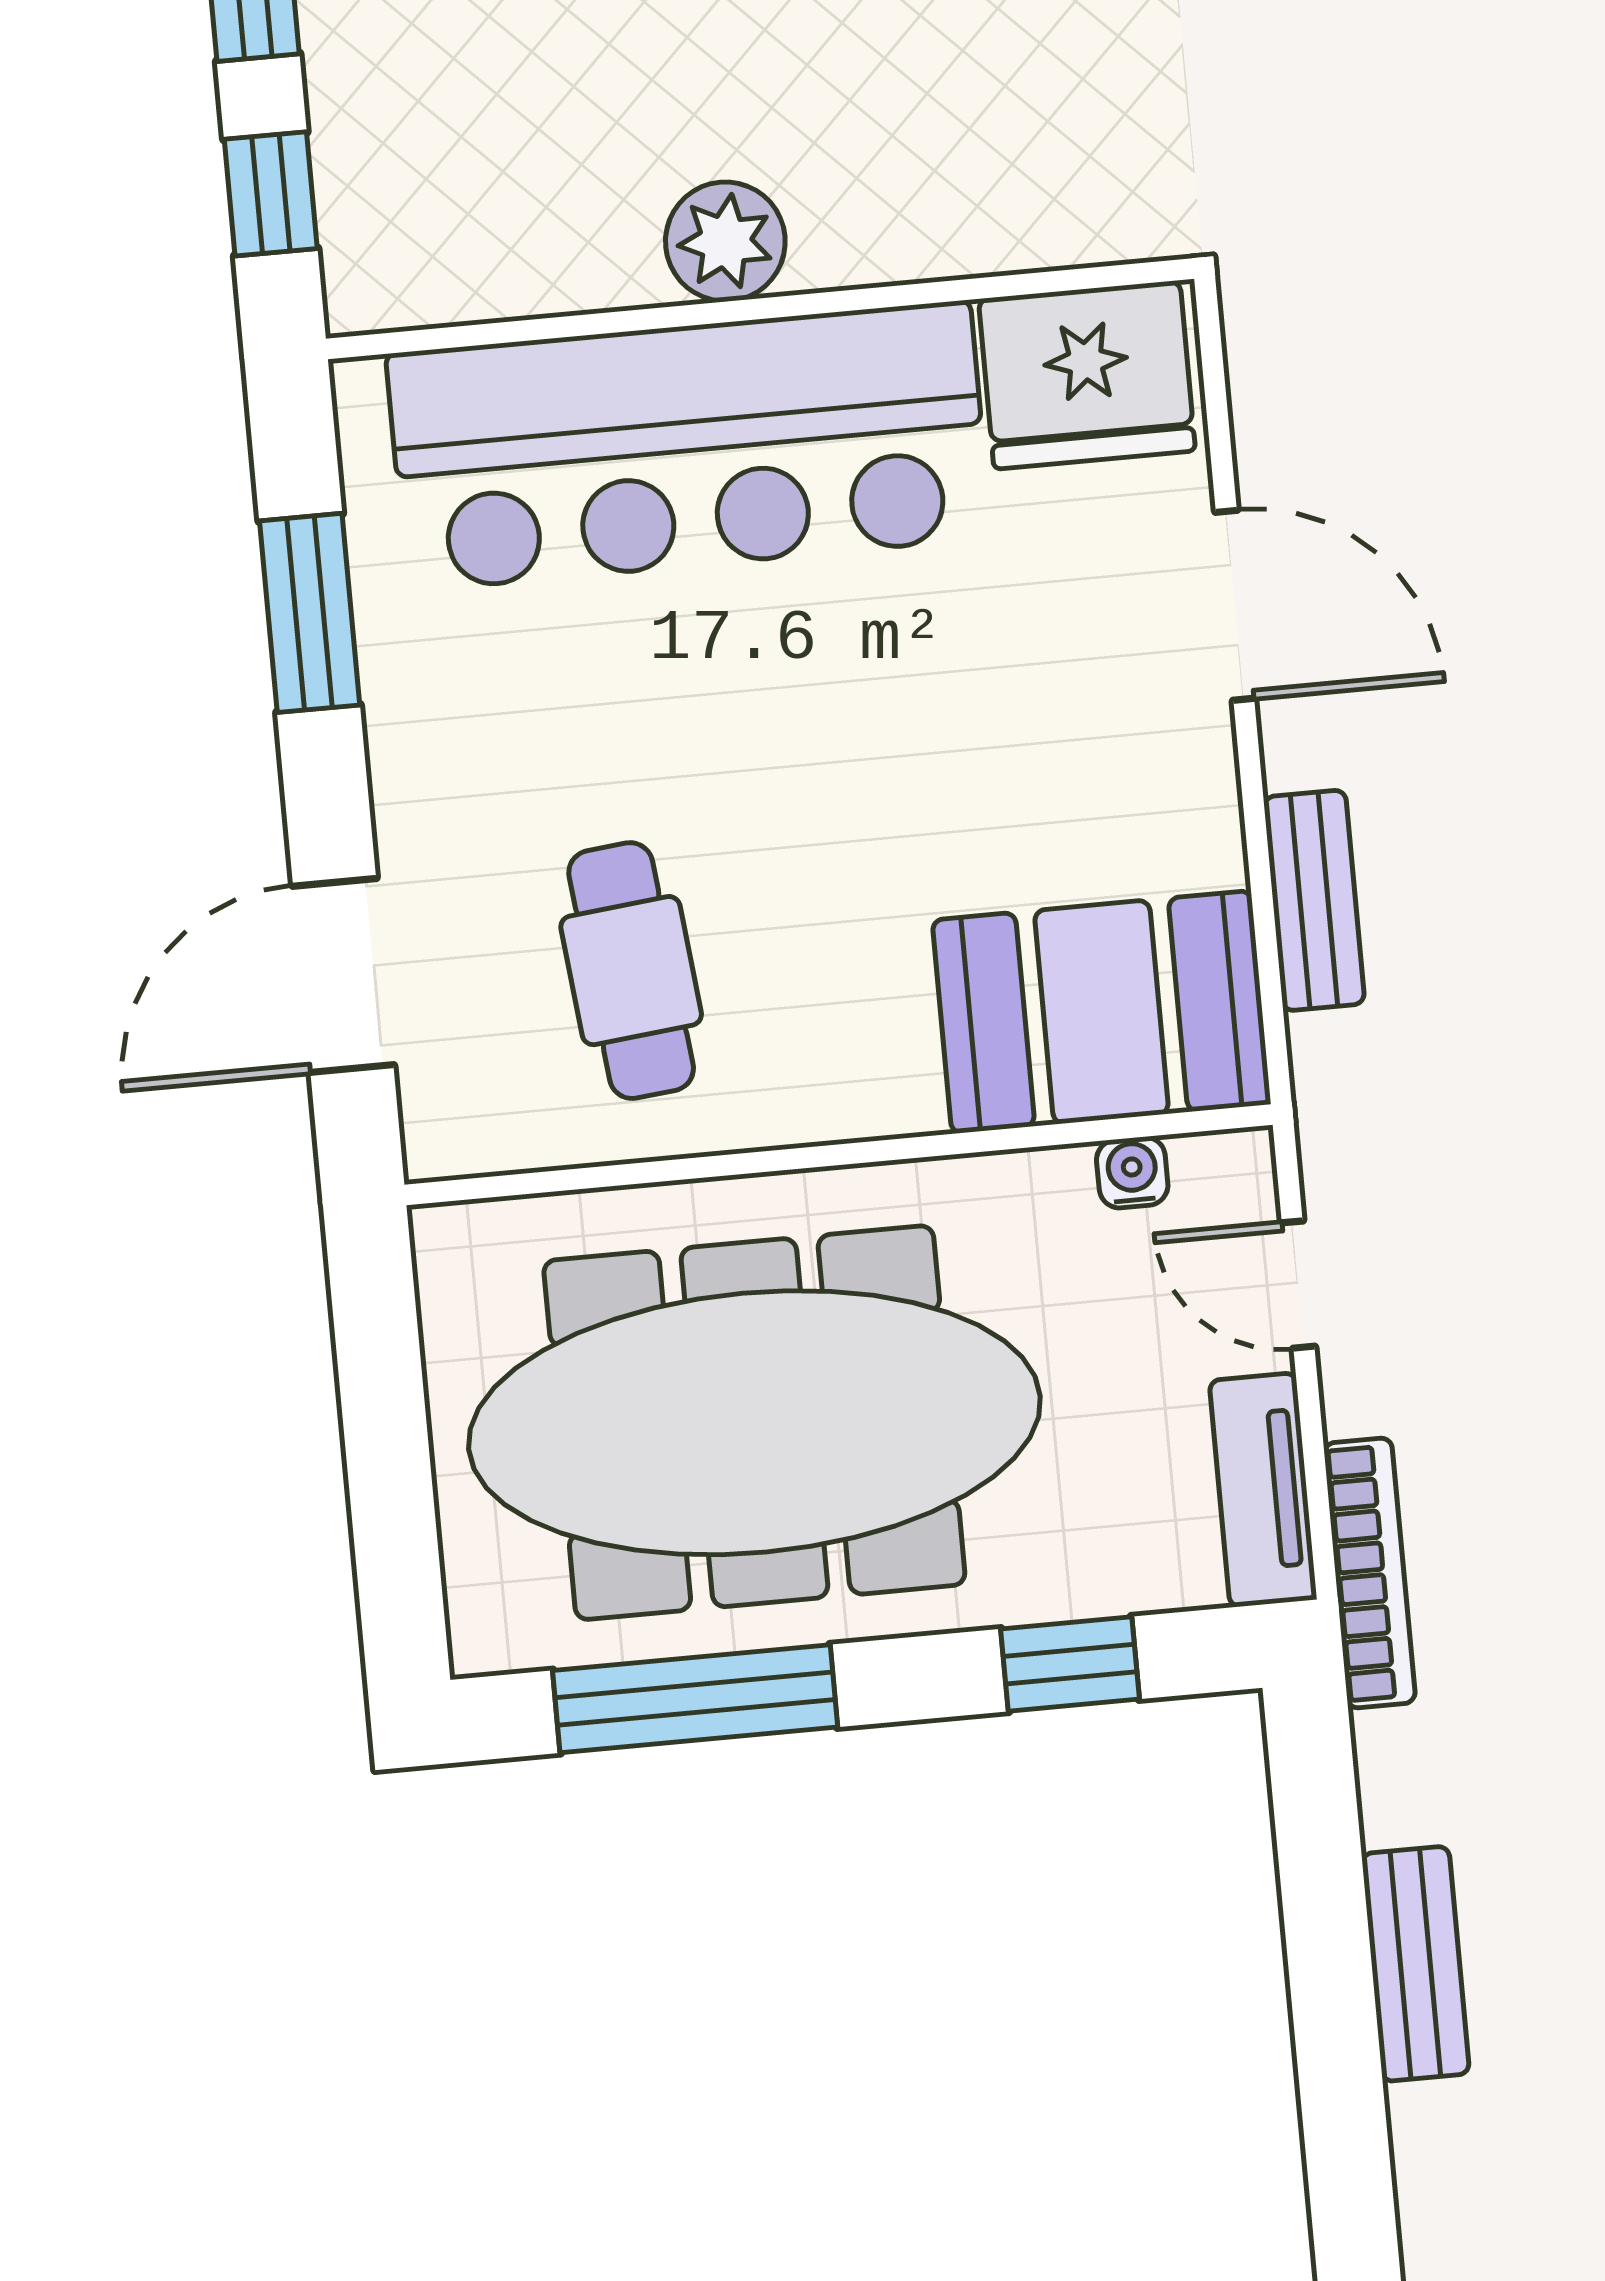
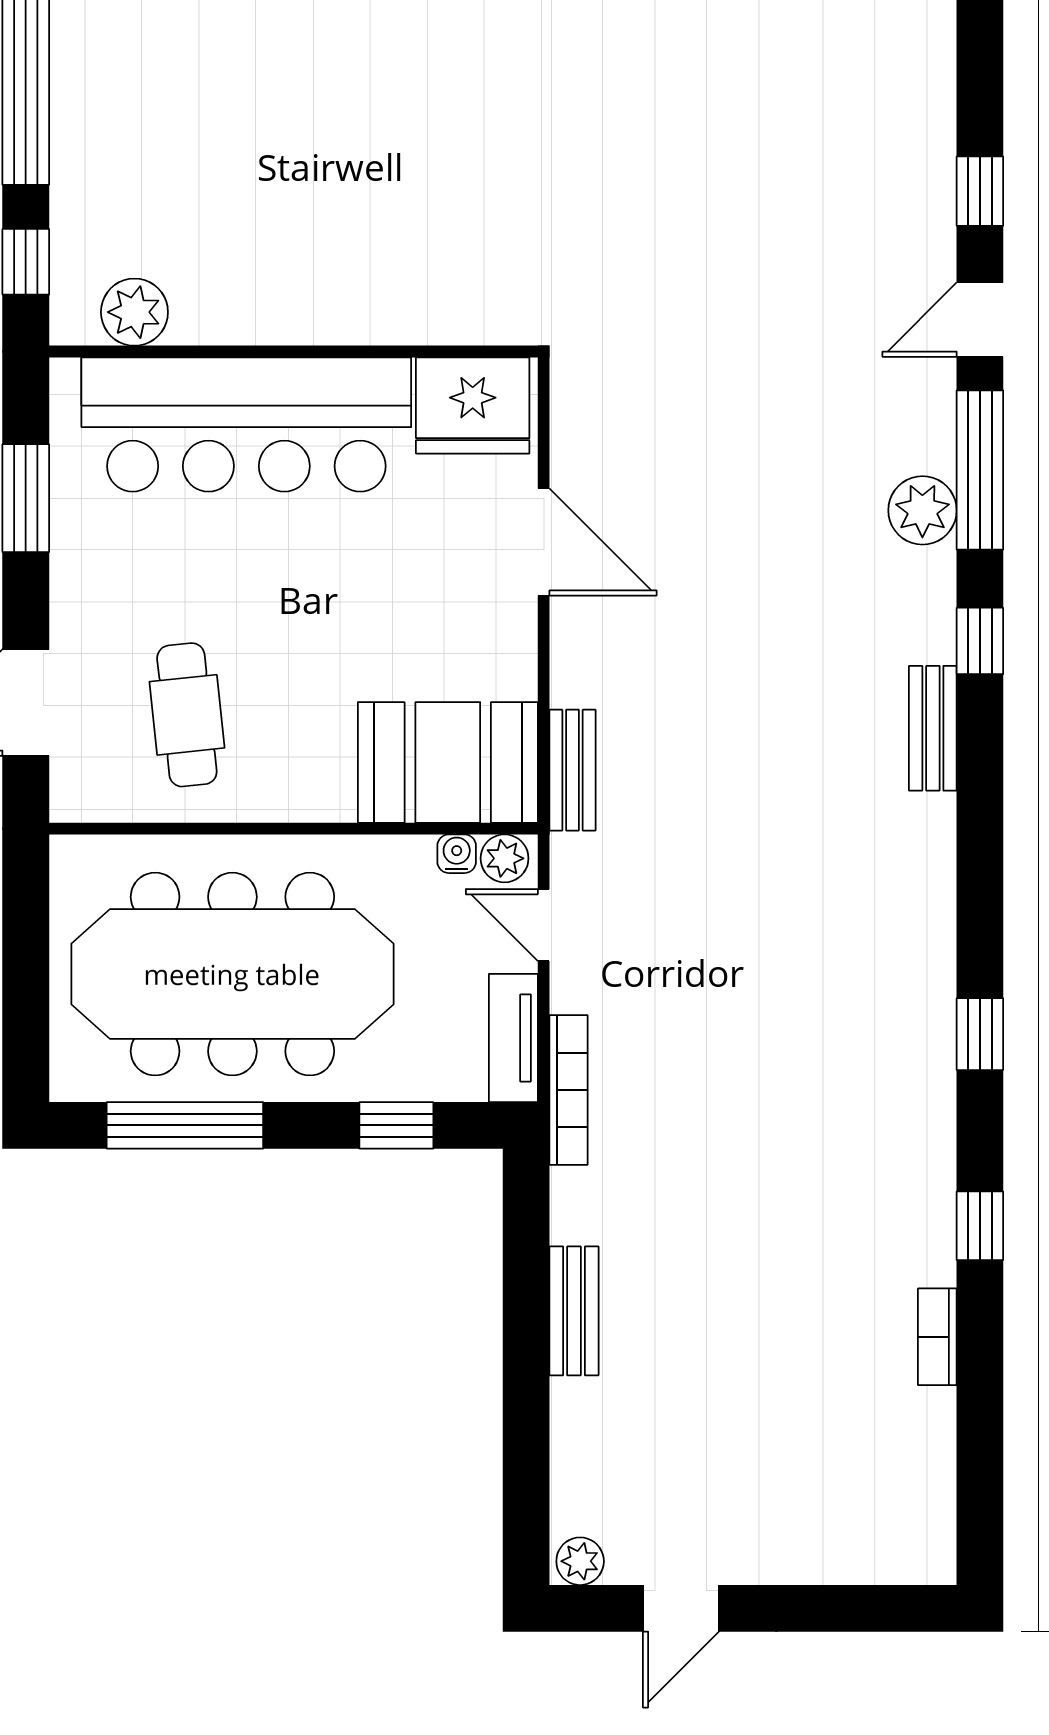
plant: (725, 242) -> (134, 312), moved
bench: (1314, 900) -> (572, 770), moved
plant: (1218, 1173) -> (505, 858), added

